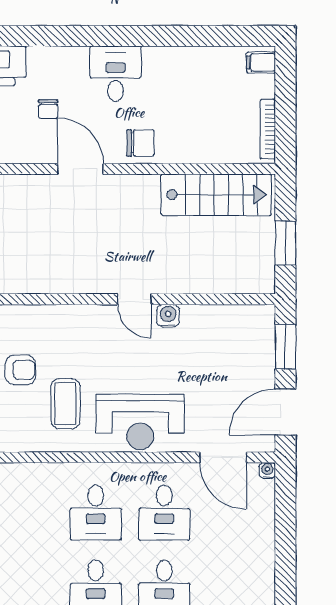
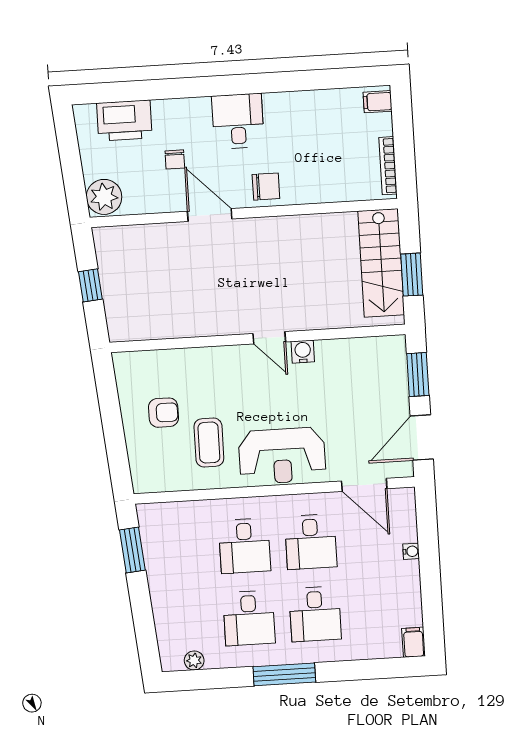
stairs: (216, 195) -> (381, 263), moved, turned 90
water cooler: (267, 470) -> (411, 551), moved, turned 90

